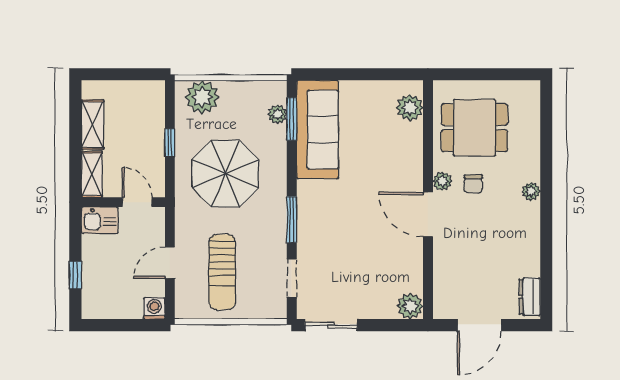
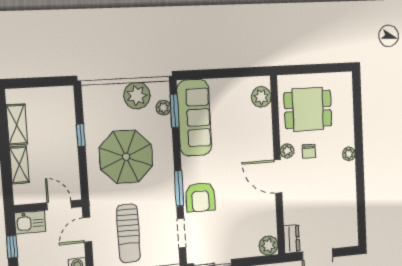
plant: (202, 97) -> (137, 96), moved
wall: (123, 202) -> (48, 206), moved
door: (137, 202) -> (59, 205), moved
kitchen sink: (100, 220) -> (30, 222), moved
armchair: (320, 233) -> (200, 197), added
dresser: (530, 297) -> (292, 239), moved, turned 180

